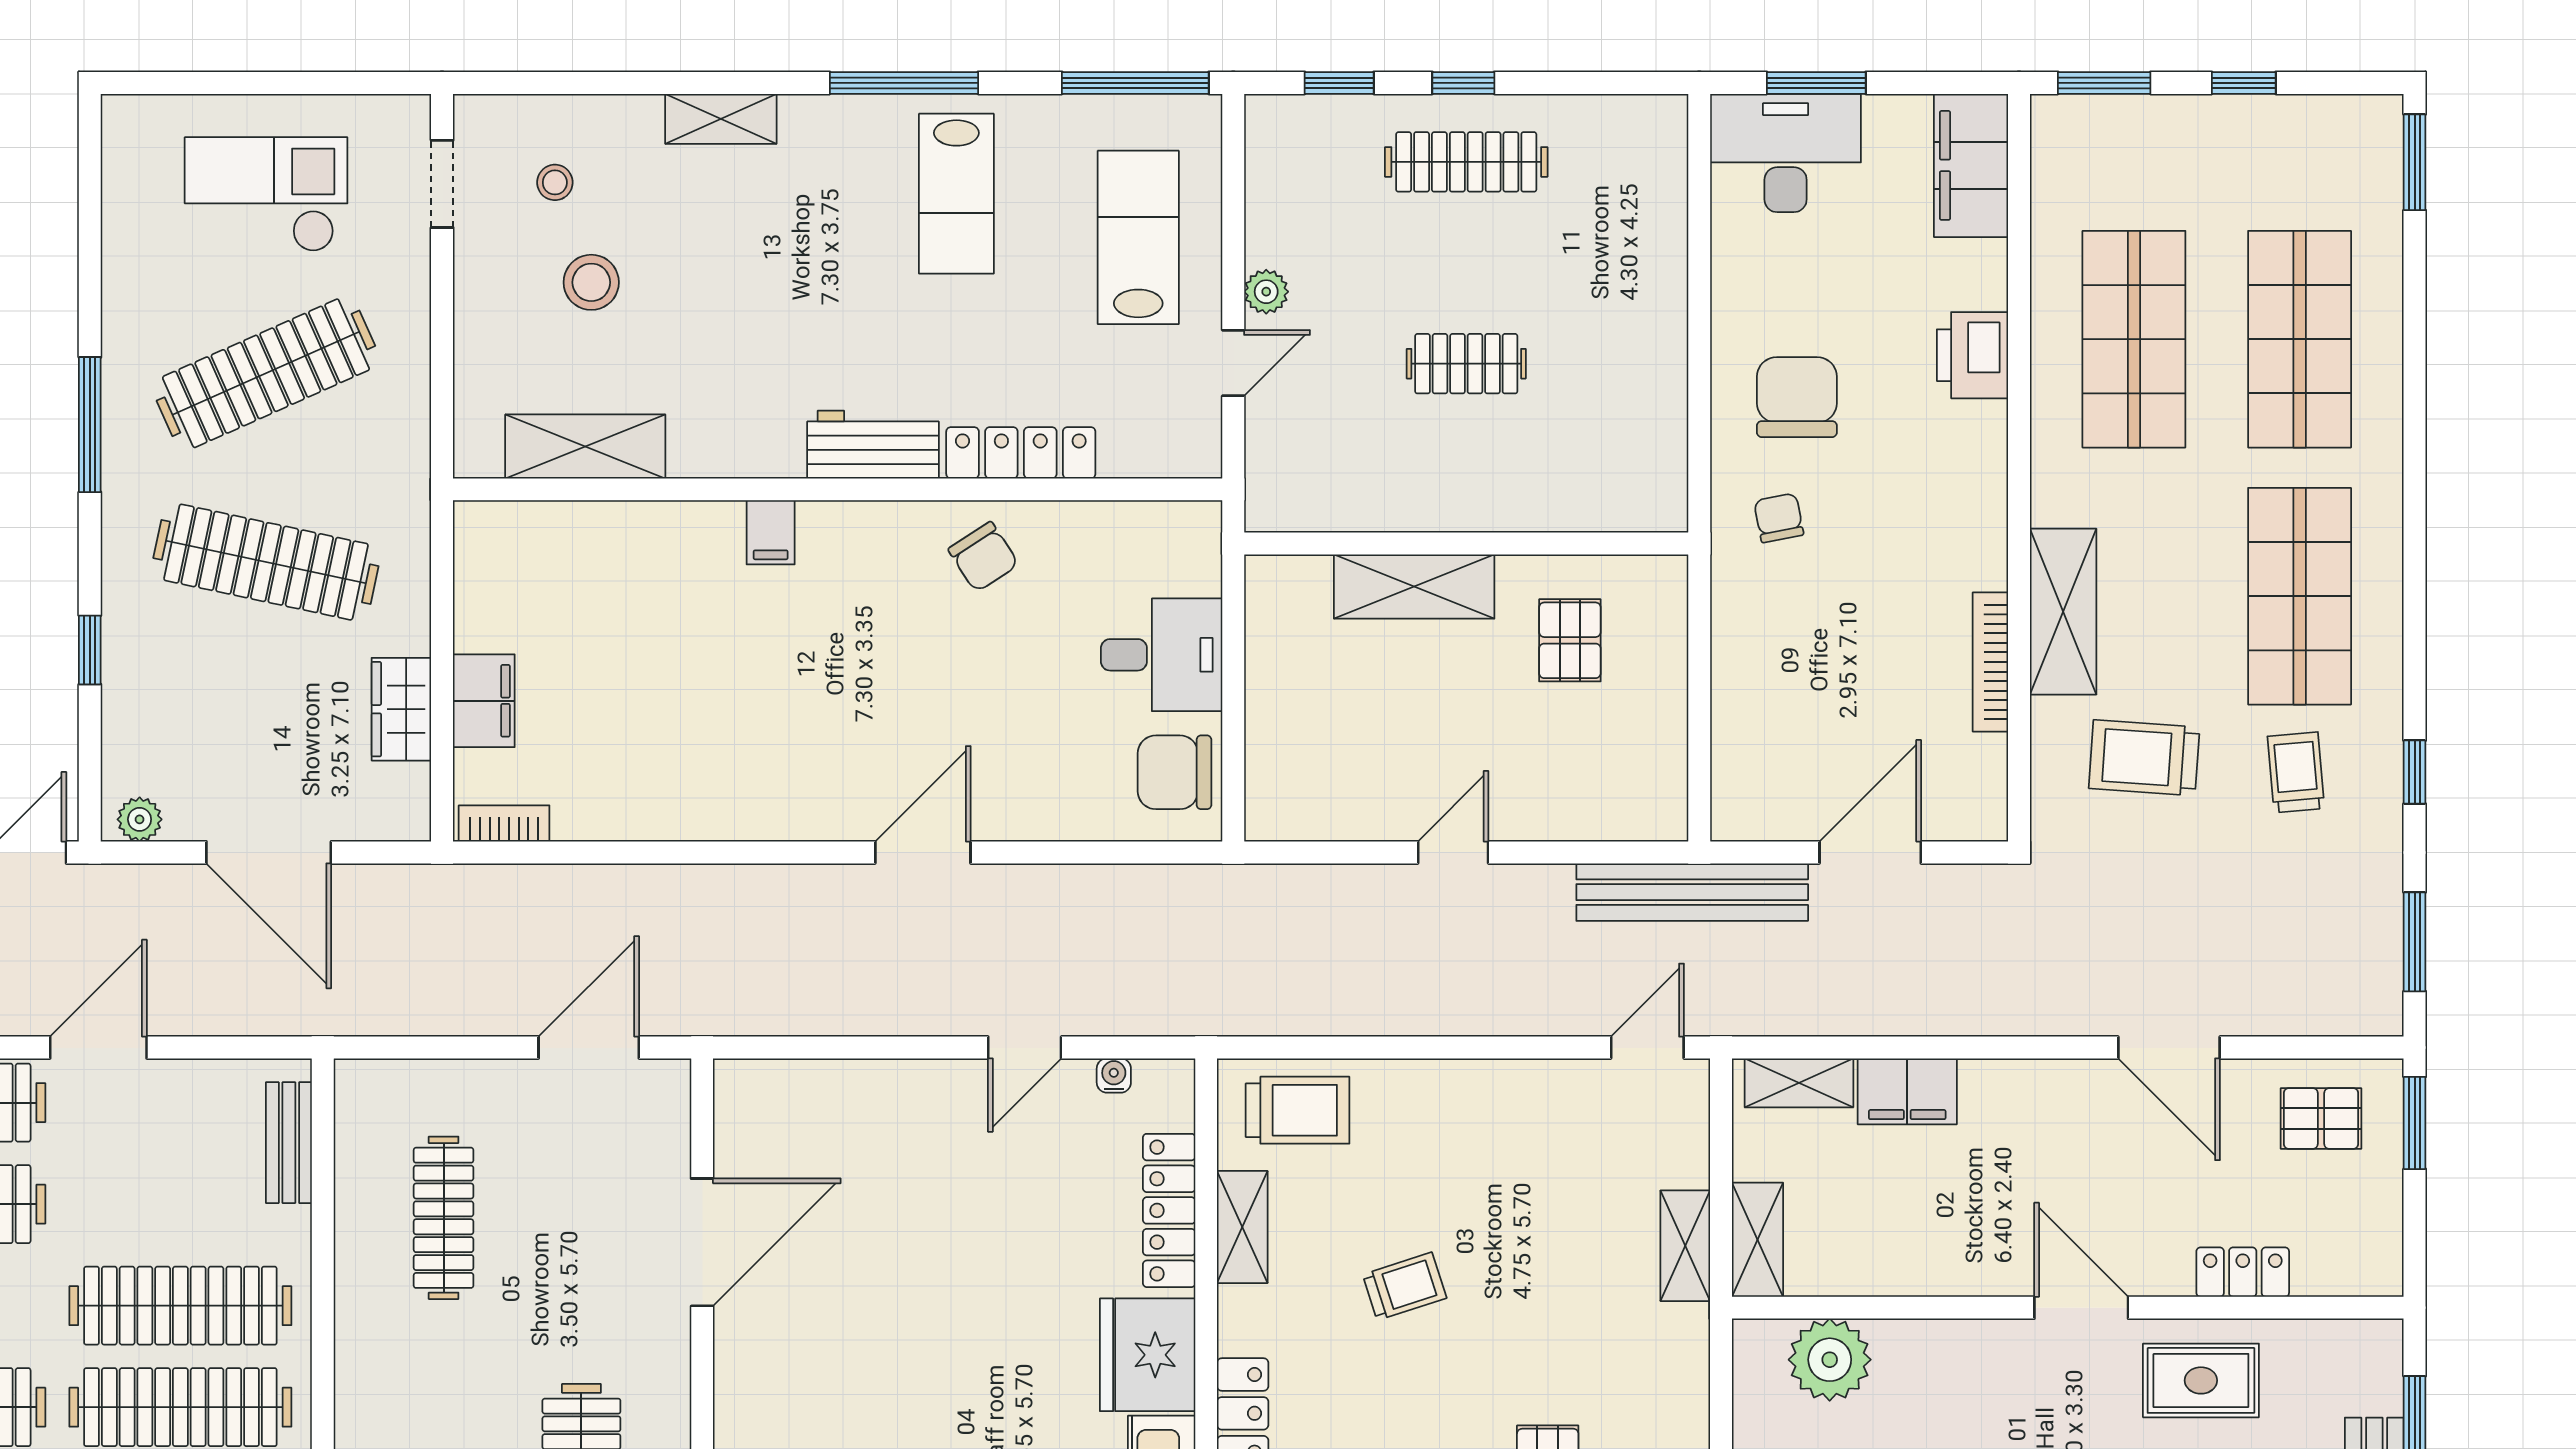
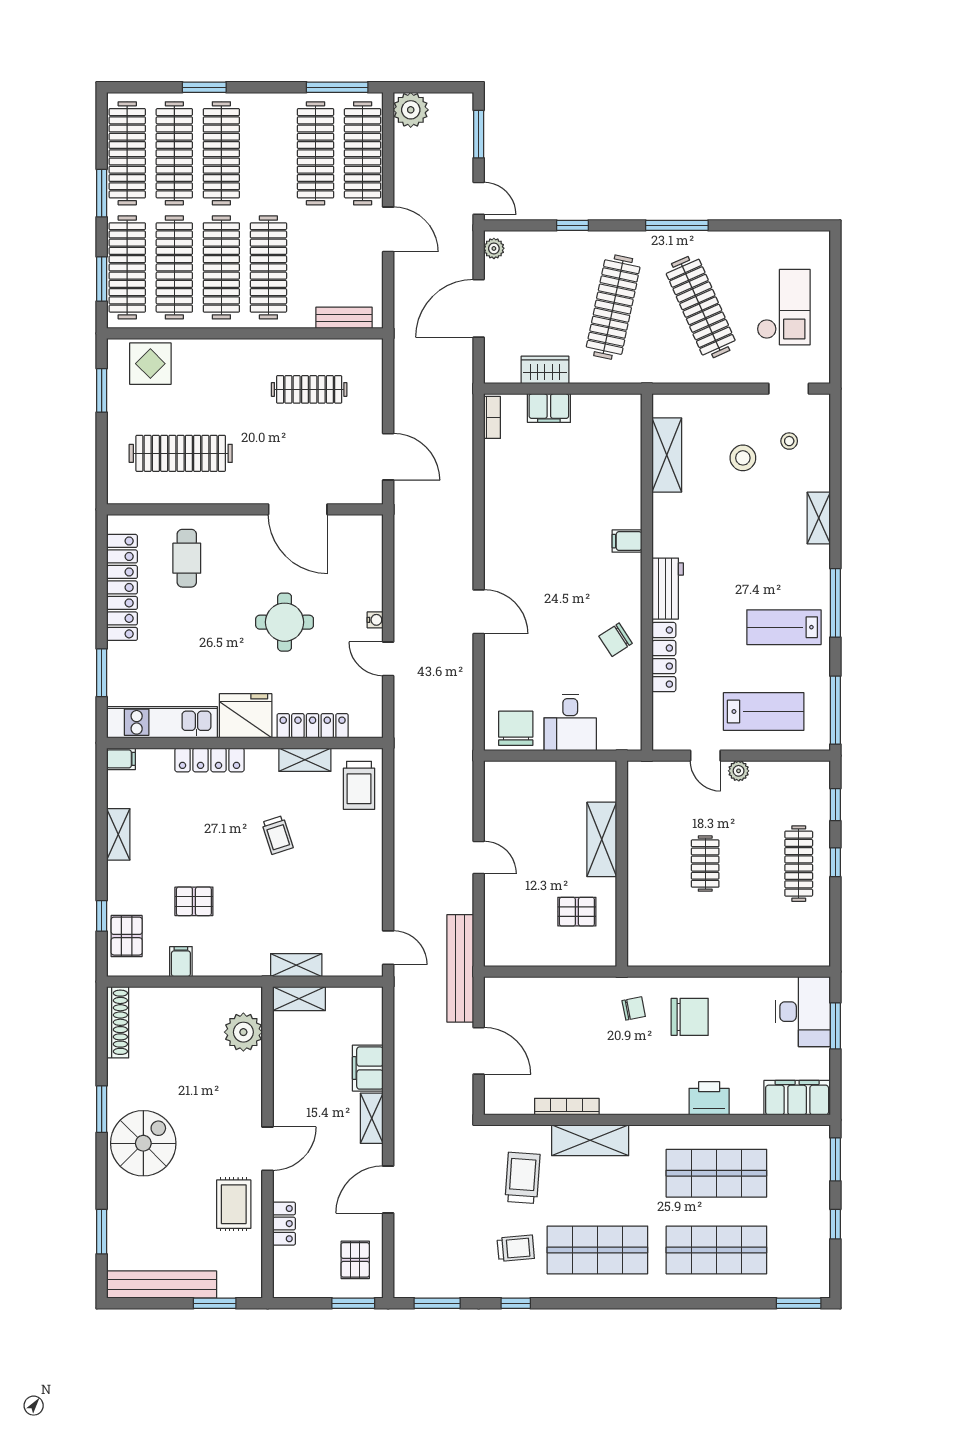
water cooler: (1114, 1076) -> (375, 620), moved
shelving: (1799, 1083) -> (372, 1118), moved
round table: (946, 1271) -> (285, 622), added

